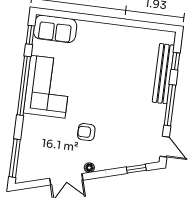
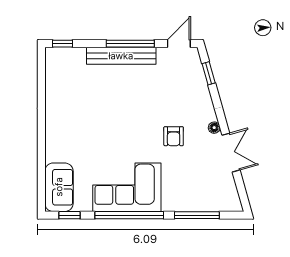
window: (175, 61) -> (63, 44), moved
bench: (163, 74) -> (121, 56), moved
window: (15, 158) -> (197, 215), moved

